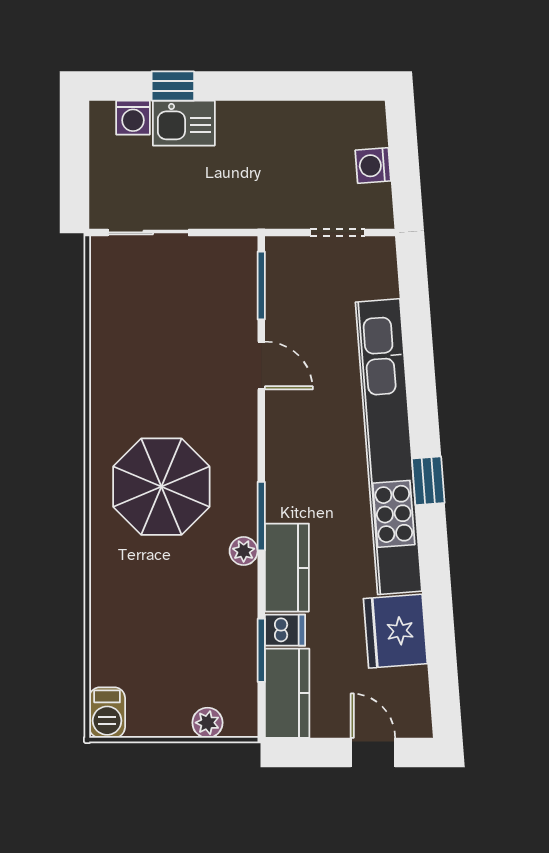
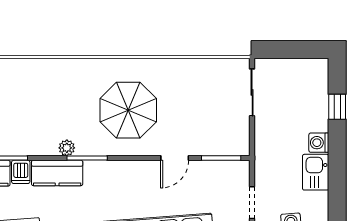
washing machine: (133, 118) -> (319, 143), moved
kitchen sink: (184, 123) -> (316, 172), moved
parasol: (161, 487) -> (128, 110), moved

